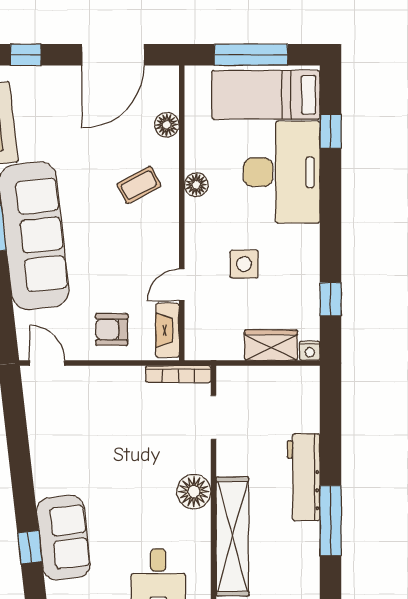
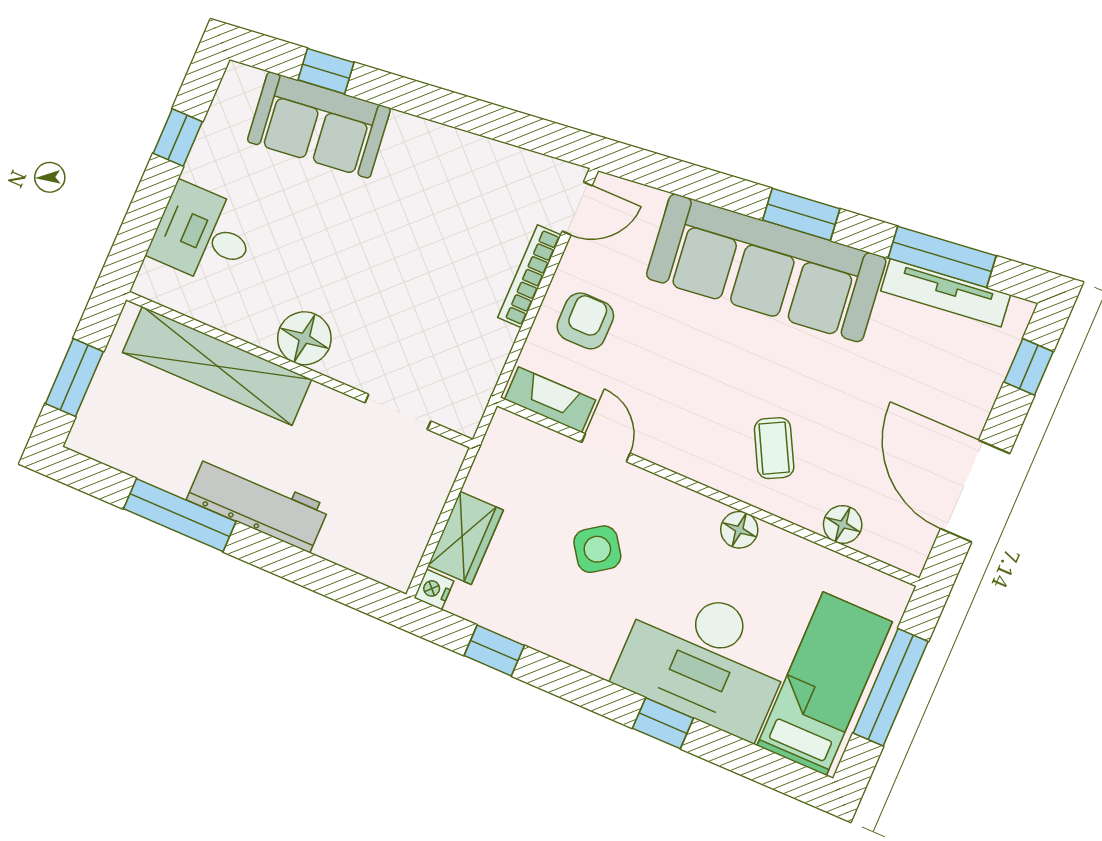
window: (331, 131) -> (663, 723), moved
side table: (244, 264) -> (597, 549), turned -35
bookcase: (178, 374) -> (529, 276), moved

